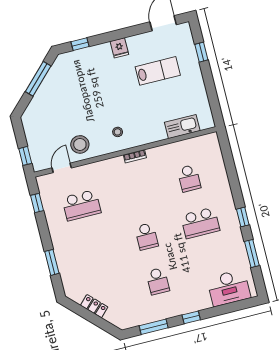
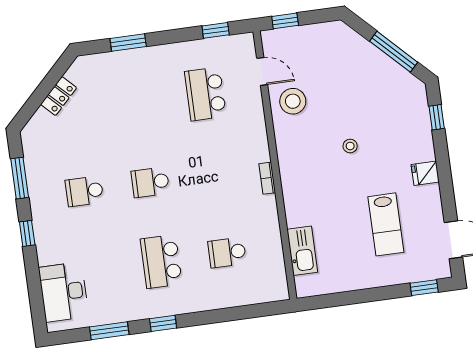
window: (201, 52) -> (424, 288), moved
stool: (118, 132) -> (350, 146), moved

